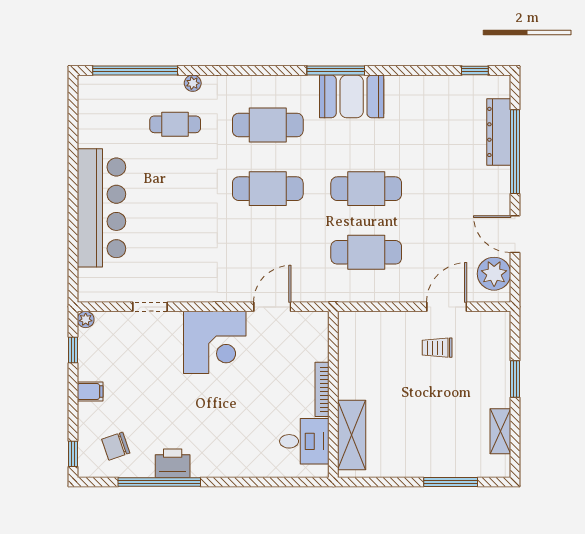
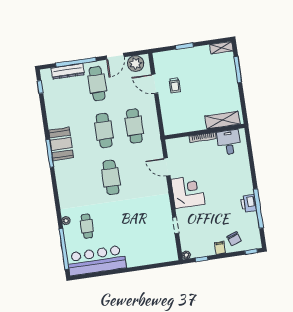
cafe table: (268, 125) -> (97, 84), moved
bar counter: (101, 208) -> (97, 261), moved
shelving: (500, 431) -> (221, 48), moved
chair: (116, 446) -> (234, 239), moved

